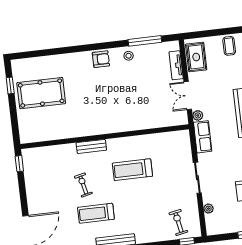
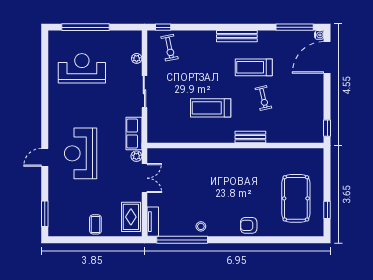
window: (145, 41) -> (182, 240), width x1.46
armchair: (101, 59) -> (249, 225), moved
tv unit: (176, 65) -> (153, 222), moved
pool table: (41, 93) -> (296, 198), turned 90
treadmill: (132, 170) -> (211, 108), turned 180
treadmill: (96, 213) -> (254, 67), turned 180

